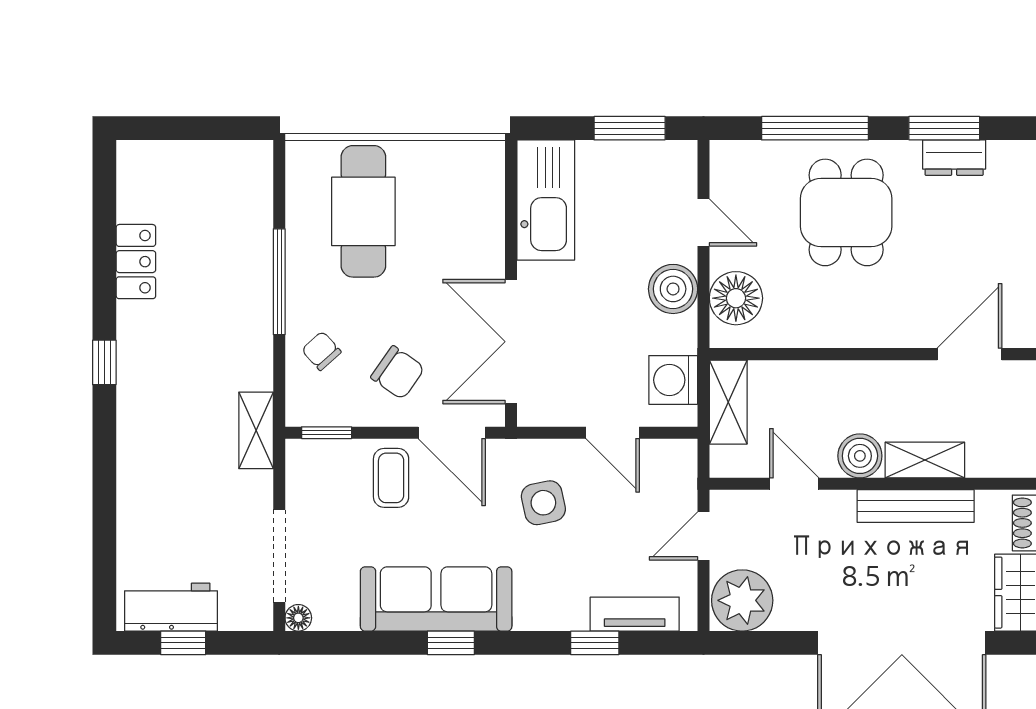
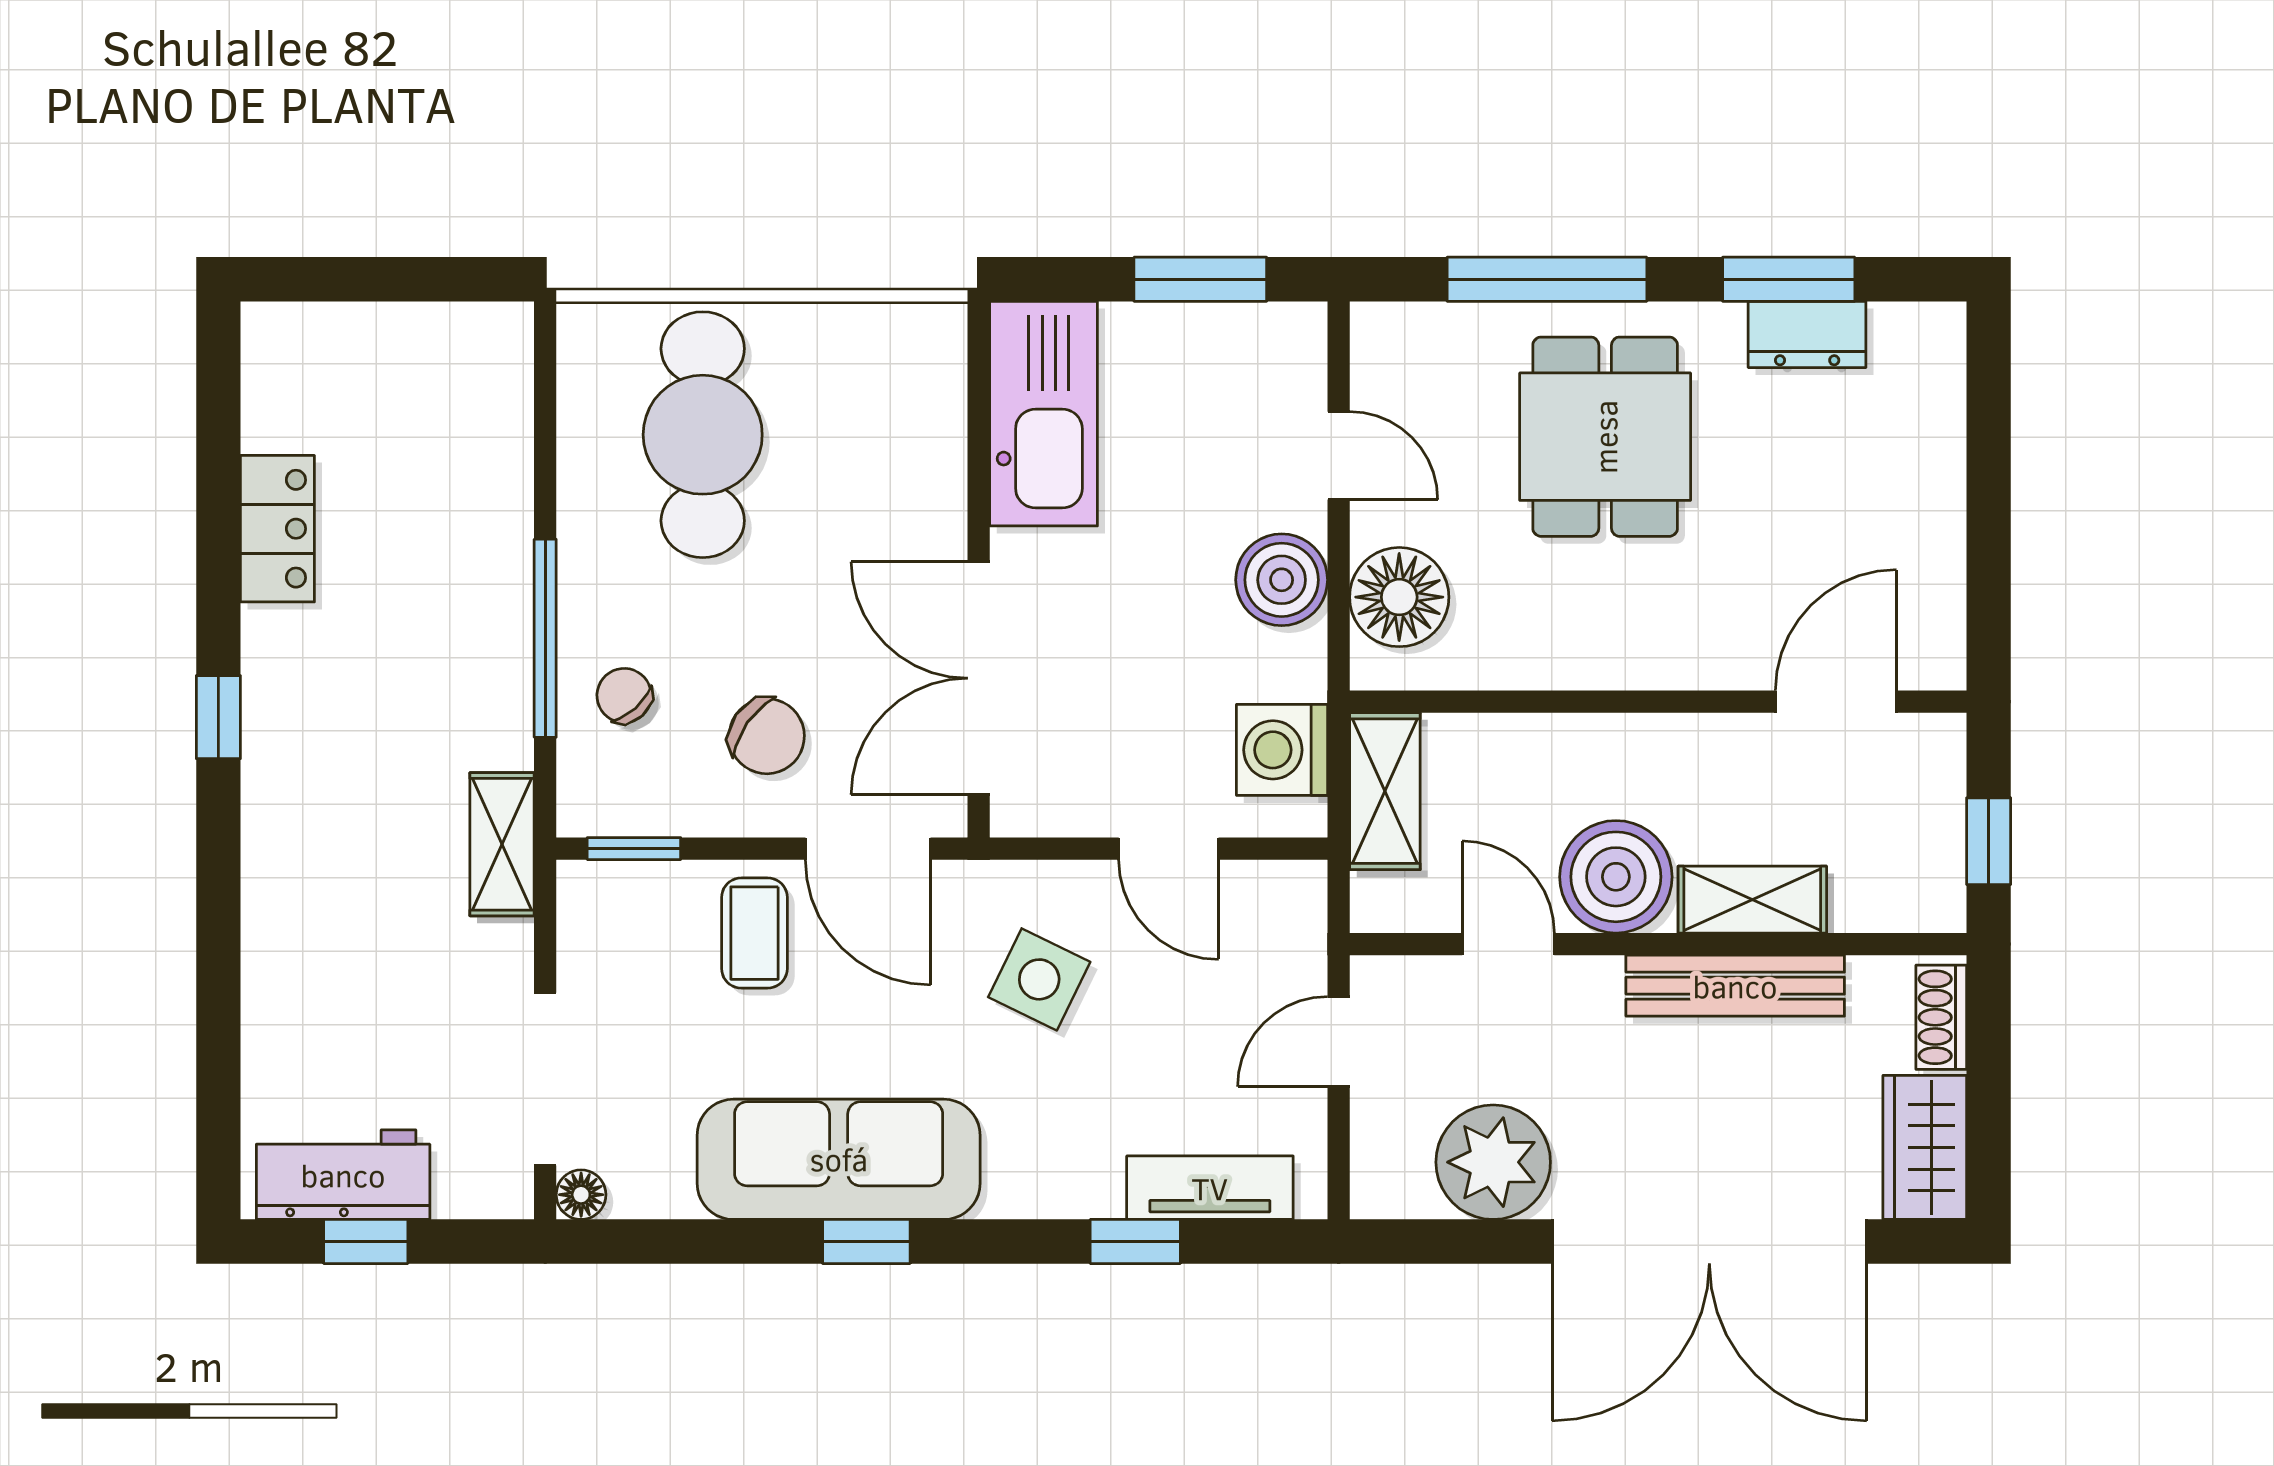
window: (279, 282) -> (545, 638), moved
boiler: (860, 456) -> (1616, 877), width x1.37, depth x1.37
side table: (543, 503) -> (1039, 979), turned 38
plant: (742, 600) -> (1493, 1162), moved

